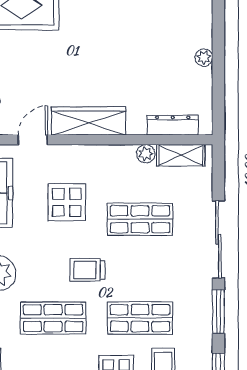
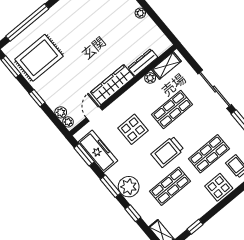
dresser: (173, 125) -> (143, 62), moved
trolley: (88, 270) -> (167, 152), width x1.36, depth x1.39

